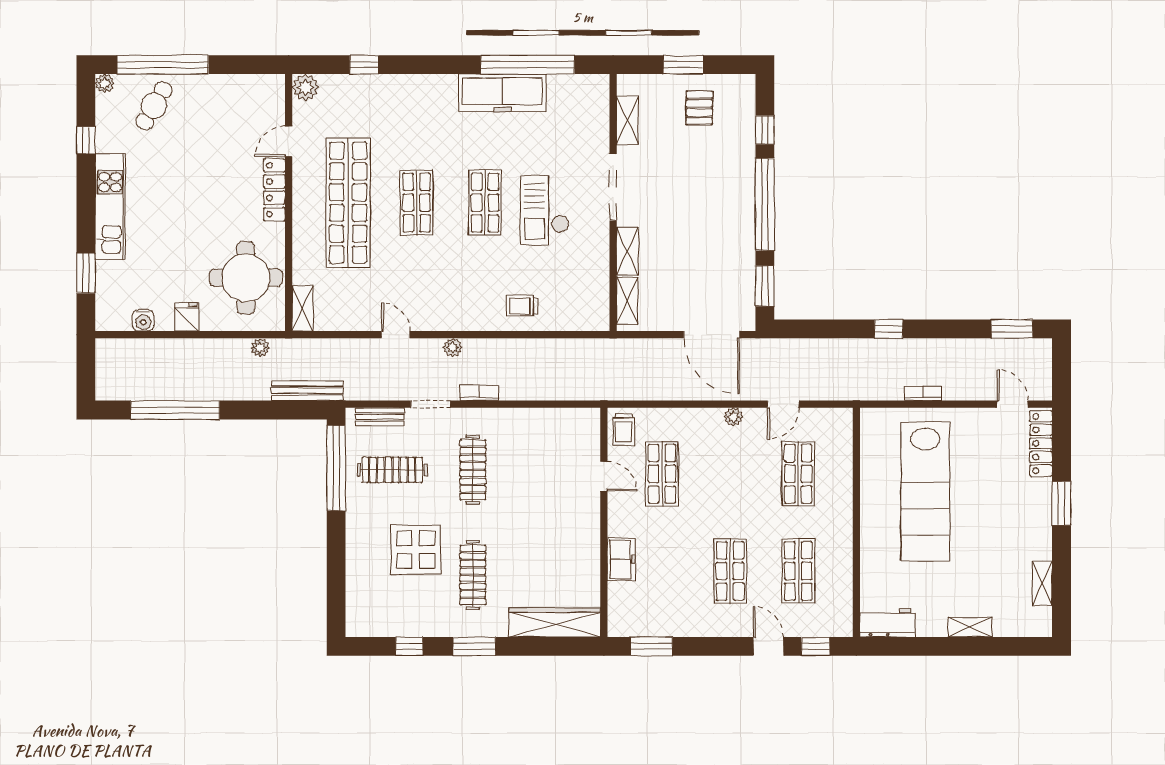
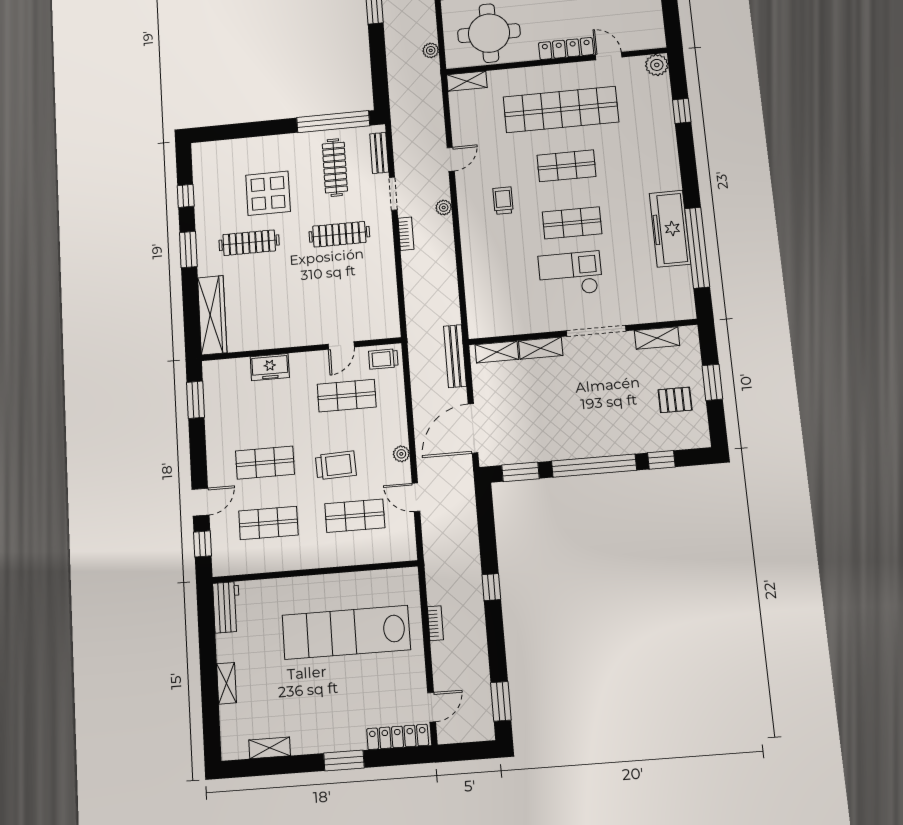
trolley: (522, 306) -> (503, 201), moved
bench: (307, 391) -> (455, 356), moved
trolley: (740, 491) -> (336, 465), added

